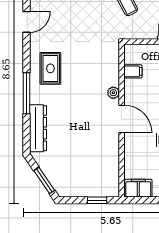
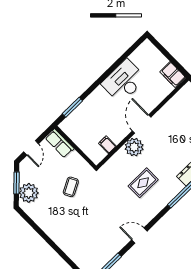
rug: (50, 68) -> (143, 183), moved
plant: (113, 93) -> (134, 147), width x1.88, depth x1.88

